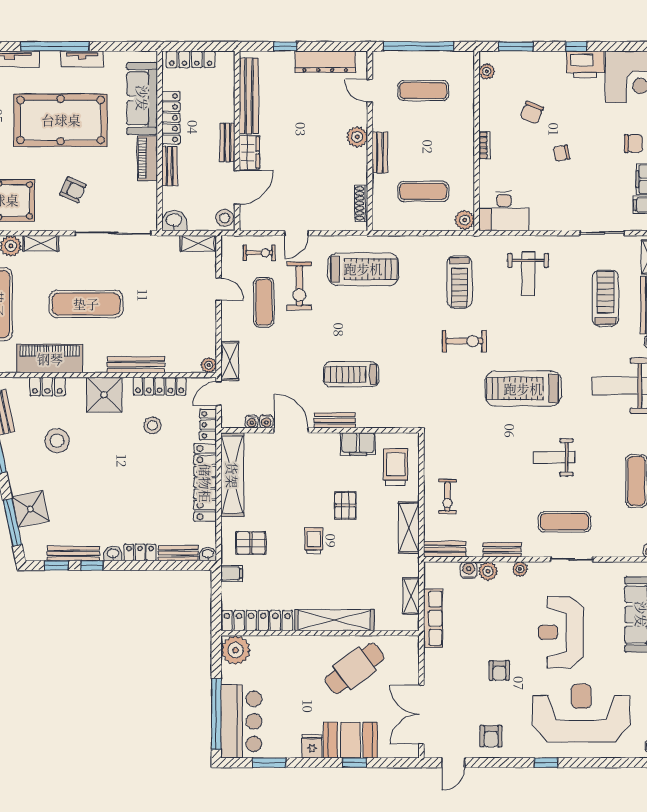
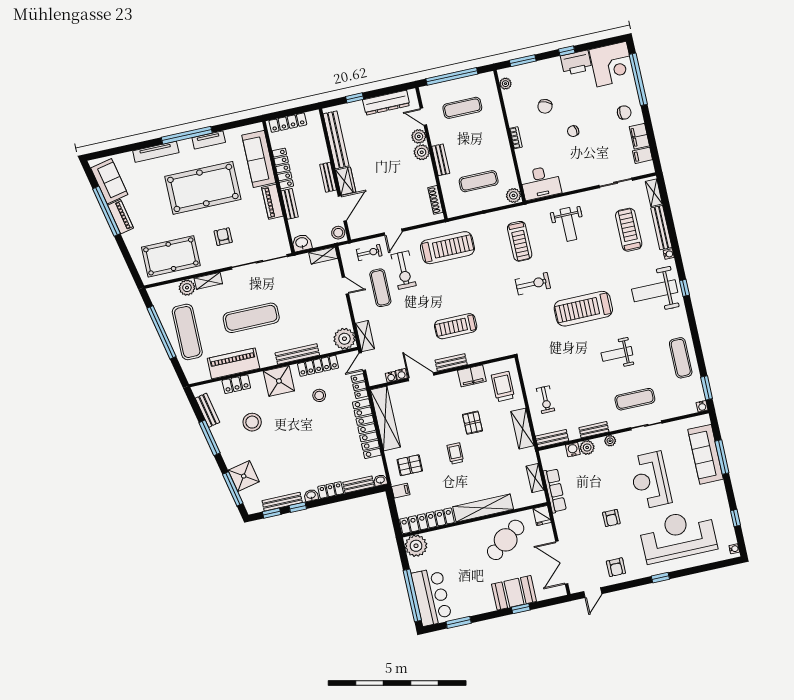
plant: (358, 115) -> (419, 136), added
armchair: (73, 190) -> (223, 237), turned -115
plant: (209, 365) -> (344, 339), width x1.88, depth x1.88
fridge: (312, 746) -> (542, 516), moved, turned 180

